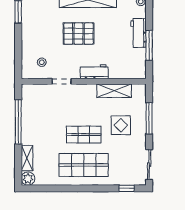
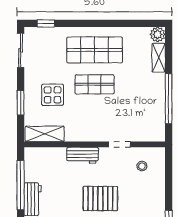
window: (149, 45) -> (21, 185), width x1.46
shelving: (114, 91) -> (45, 134), moved
window: (149, 118) -> (21, 103), width x0.69

